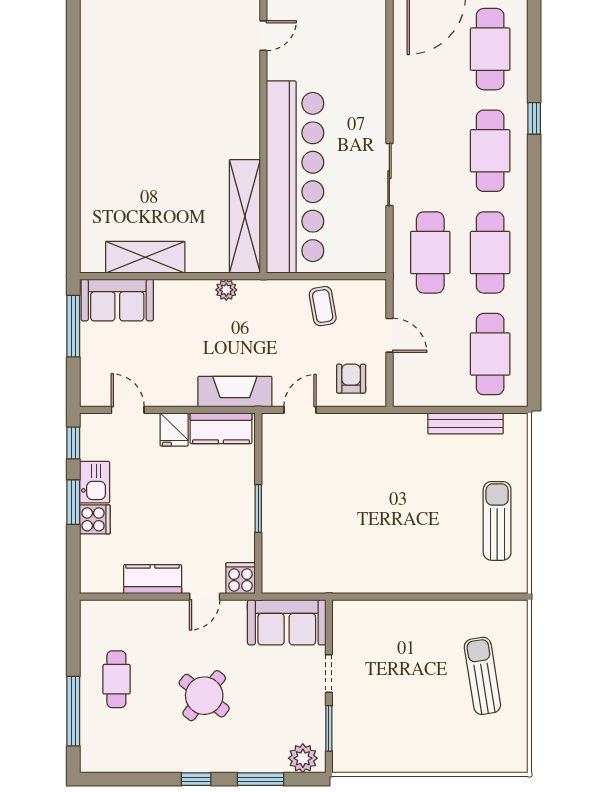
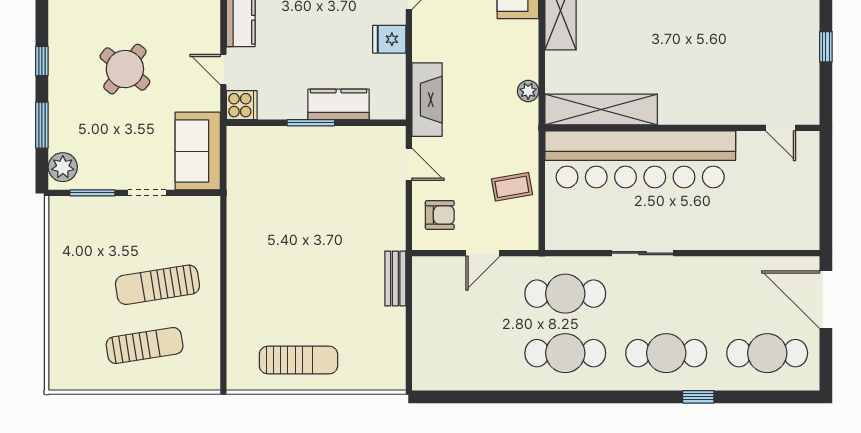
cafe table: (490, 354) -> (464, 353), removed
bench: (466, 423) -> (395, 279), moved, width x0.73
kitchen counter: (221, 428) -> (339, 104), moved, turned 90
sun lounger: (421, 663) -> (157, 285), added

